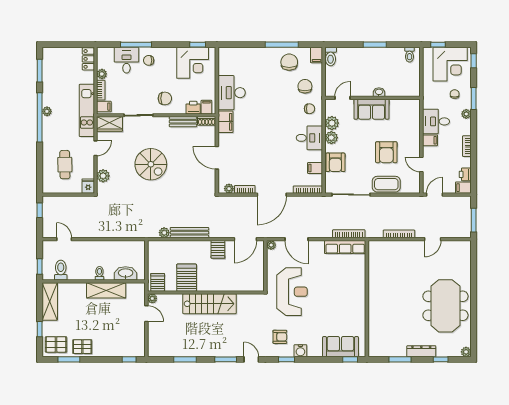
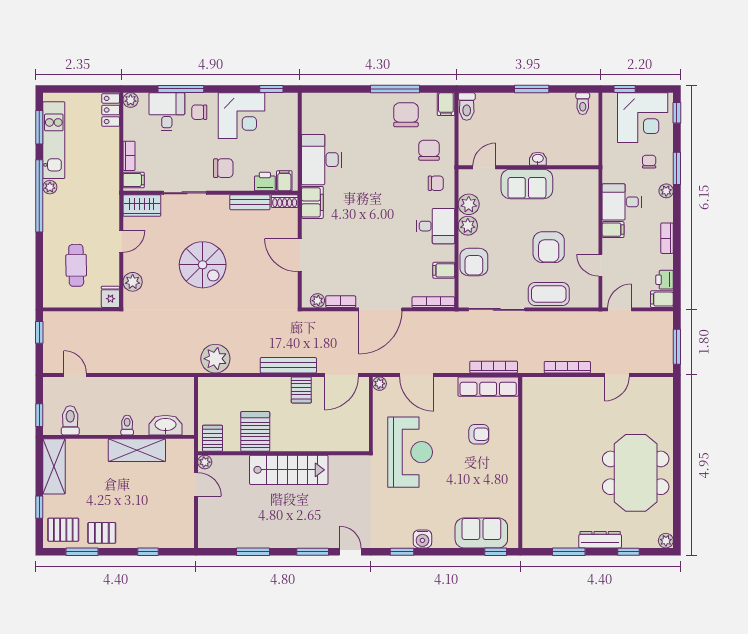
corner desk: (193, 63) -> (242, 116), moved
plant: (102, 74) -> (131, 100), moved
kitchen unit: (87, 110) -> (54, 140), moved, turned 180
plant: (164, 233) -> (215, 359), width x1.88, depth x1.88
bench: (189, 233) -> (288, 365), moved
armchair: (280, 337) -> (479, 434), moved
window: (129, 359) -> (148, 552), moved

